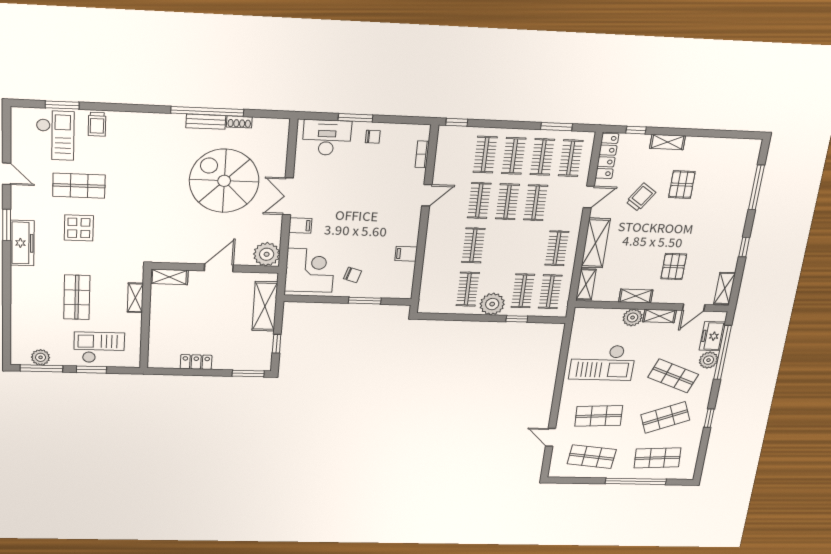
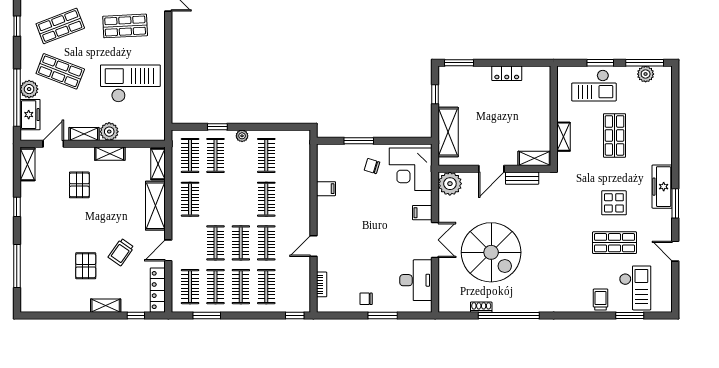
bench: (206, 122) -> (522, 178), moved
checkout: (55, 135) -> (635, 288), turned 180
desk: (327, 138) -> (416, 280), moved, turned -90
plant: (492, 304) -> (242, 136), width x0.53, depth x0.53

